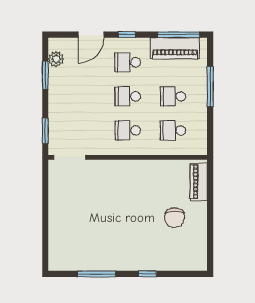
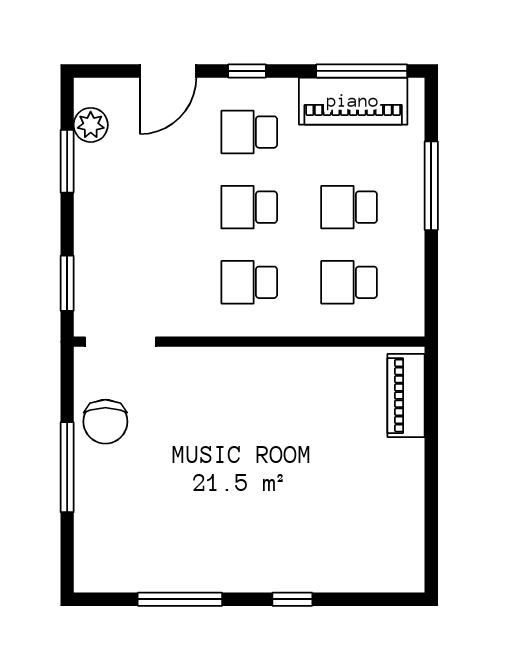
window: (45, 214) -> (67, 467), added
chair: (175, 218) -> (105, 422), moved

